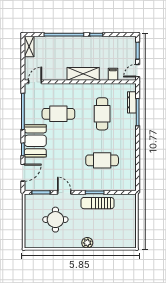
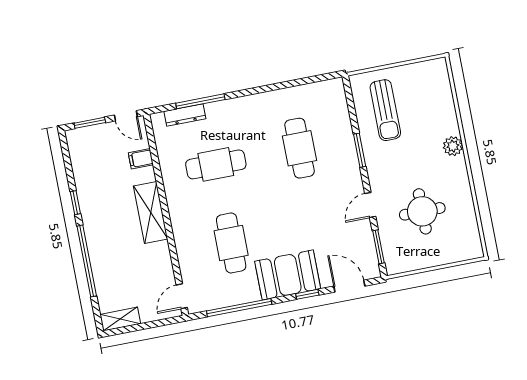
door: (35, 82) -> (182, 296), hinge flipped
sun lounger: (98, 203) -> (385, 110), moved

